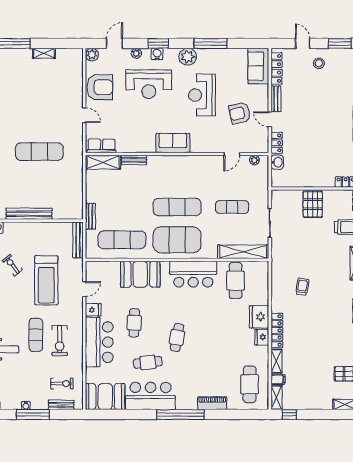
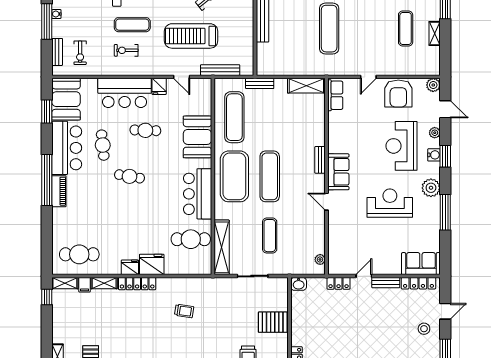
exercise mat: (39, 80) -> (406, 29), added
armchair: (240, 113) -> (370, 244), removed
door: (232, 154) -> (327, 202), moved
bench: (134, 160) -> (320, 160), moved
shelving: (103, 162) -> (306, 86), moved, turned 90
washbasin: (277, 162) -> (299, 284), moved
bench: (78, 240) -> (220, 70), moved
exercise bike: (60, 341) -> (126, 50), width x0.73, depth x0.72
piano: (212, 403) -> (59, 191), moved
window: (117, 414) -> (47, 111), added

